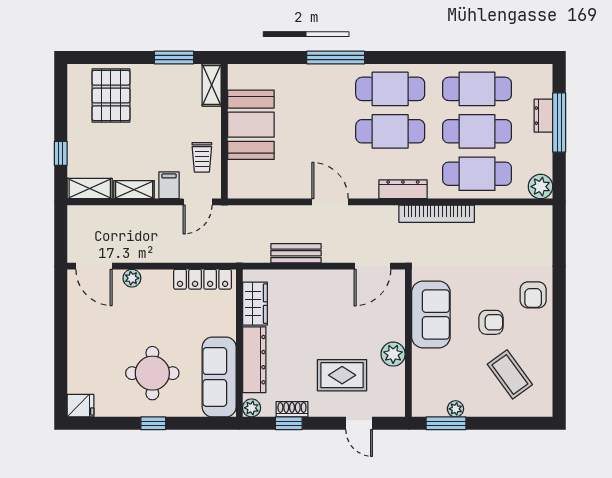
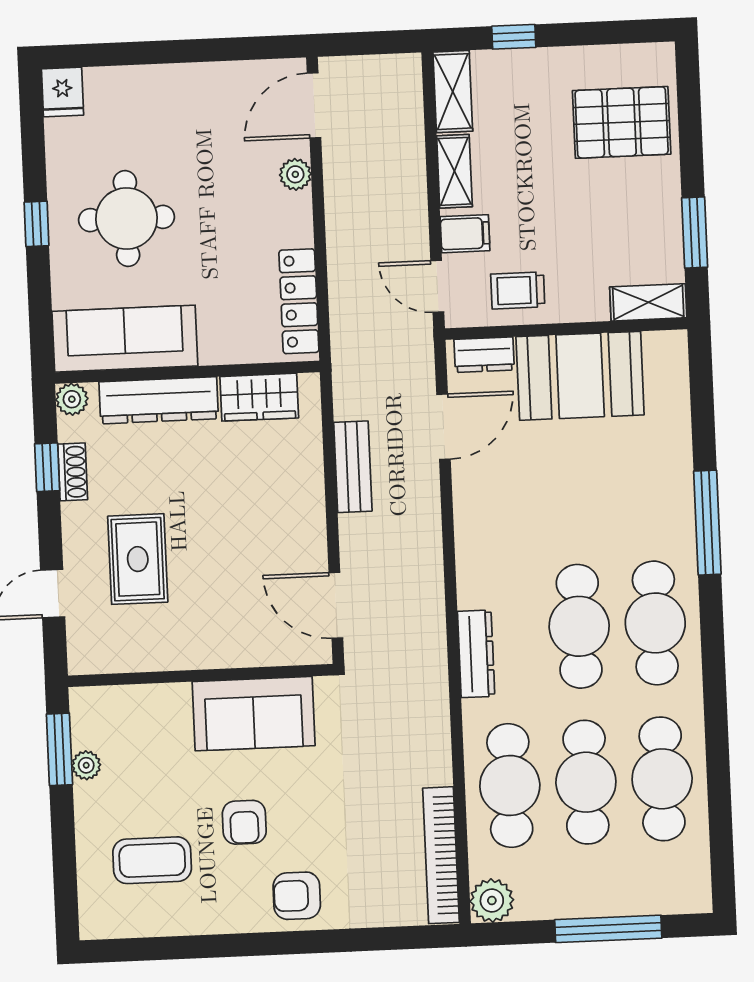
dresser: (543, 116) -> (484, 355), moved, turned 180
door: (330, 202) -> (443, 427), moved
bookcase: (437, 214) -> (441, 855), moved
plant: (393, 354) -> (180, 649), removed
coffee table: (510, 374) -> (152, 860), turned 36

